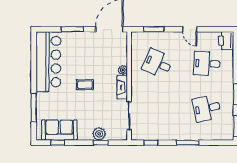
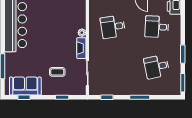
desk: (158, 64) -> (113, 27), turned -33
coffee table: (85, 85) -> (57, 72), moved
plant: (99, 134) -> (61, 89), removed

